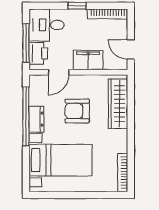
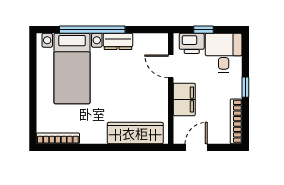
window: (26, 43) -> (203, 30), width x0.46
armchair: (77, 111) -> (127, 87), removed
window: (26, 116) -> (92, 30), moved

